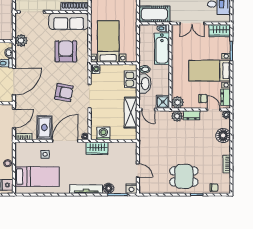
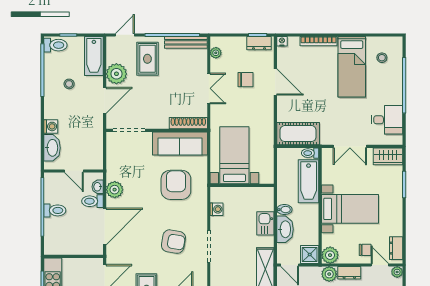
plant: (21, 41) -> (115, 190), moved
bed with nightstands: (108, 41) -> (234, 155), moved
wall: (114, 63) -> (242, 185), moved
bed with nightstands: (210, 71) -> (350, 209), moved, turned 180

